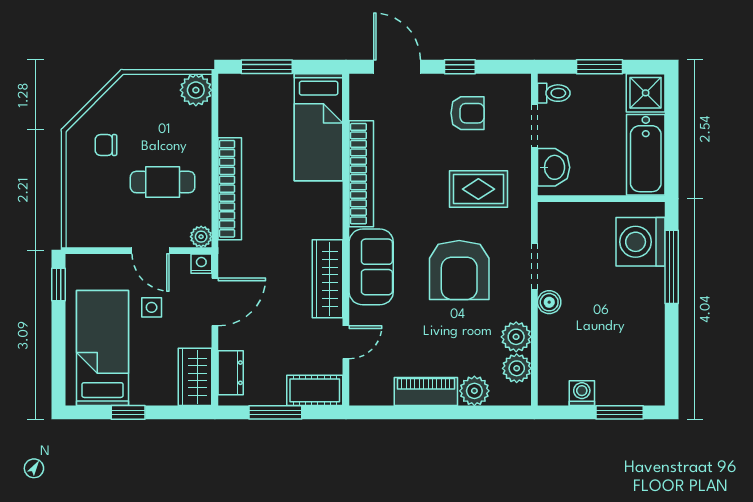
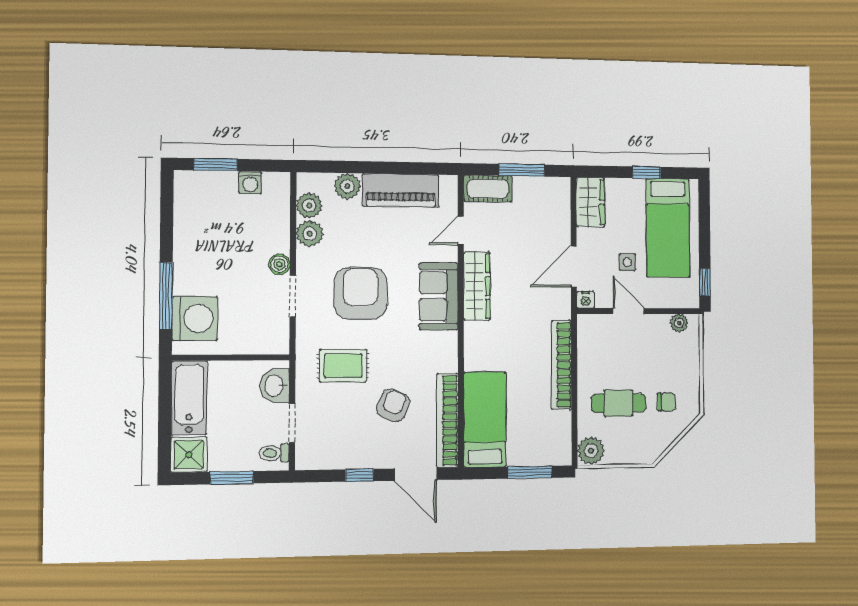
armchair: (467, 113) -> (393, 405), moved, turned 113
bookcase: (361, 174) -> (447, 420), moved
cafe table: (163, 182) -> (618, 403), moved
plant: (201, 237) -> (679, 323), moved
dresser: (231, 373) -> (560, 205), removed
piano: (426, 391) -> (401, 190), width x1.37, depth x1.33

